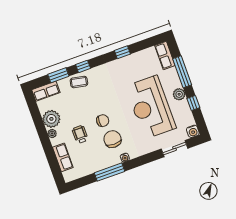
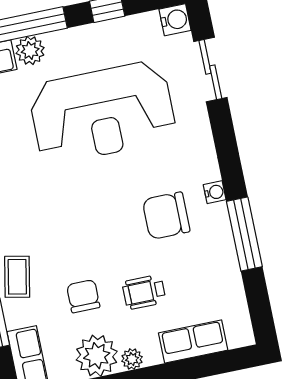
plant: (179, 94) -> (30, 51), moved
chair: (103, 121) -> (83, 296), moved

